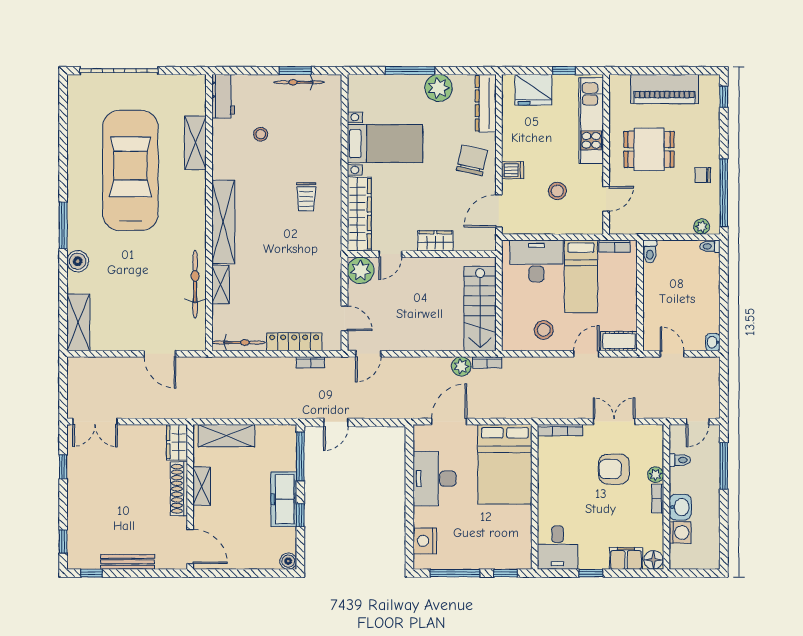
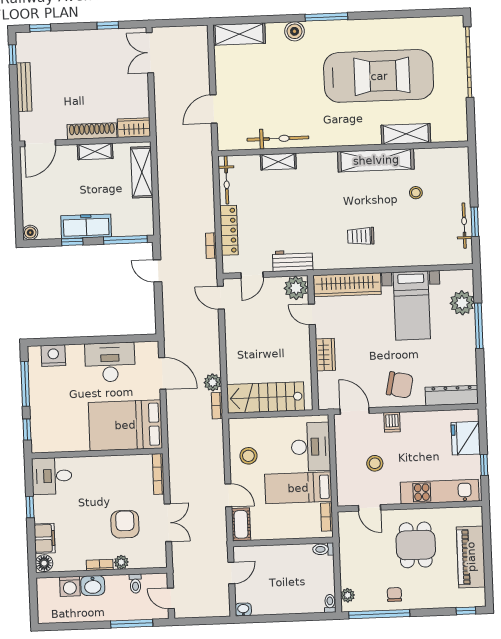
plant: (439, 88) -> (462, 303), moved
workbench: (223, 96) -> (293, 261), moved, turned 180
shelving: (223, 222) -> (376, 160), moved

